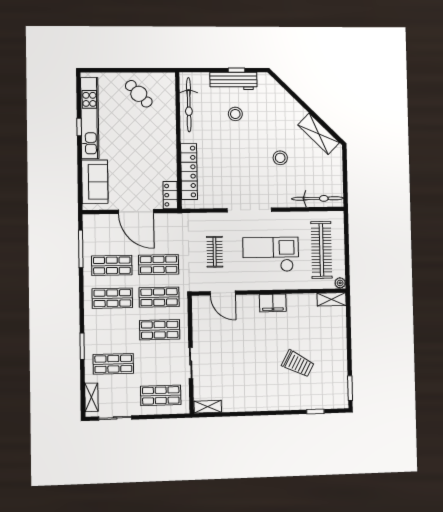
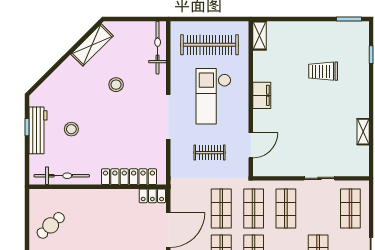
plant: (340, 283) -> (243, 27), removed
trolley: (298, 364) -> (323, 71), turned -118
shelving: (208, 407) -> (363, 132), moved

